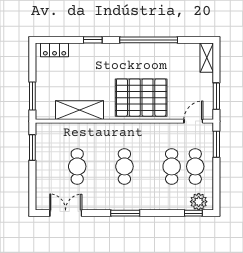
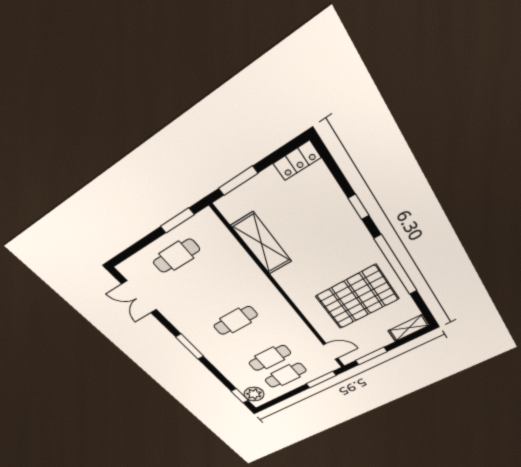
locker: (55, 50) -> (297, 160), moved, turned -90
pallet: (141, 98) -> (357, 297), moved, turned 90
cafe table: (77, 166) -> (176, 256), moved
double door: (66, 213) -> (139, 297), swing flipped

